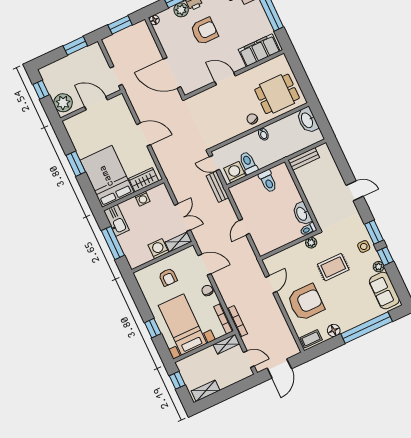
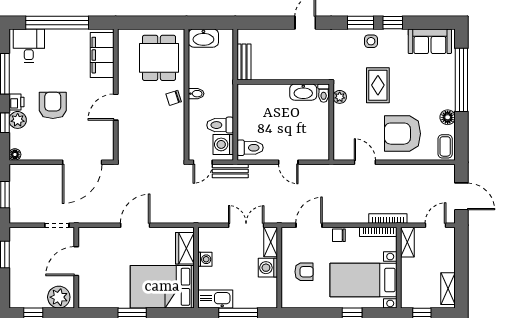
toilet: (268, 181) -> (250, 148), moved
plant: (379, 267) -> (401, 35), removed
armchair: (306, 302) -> (402, 134), turned -90

